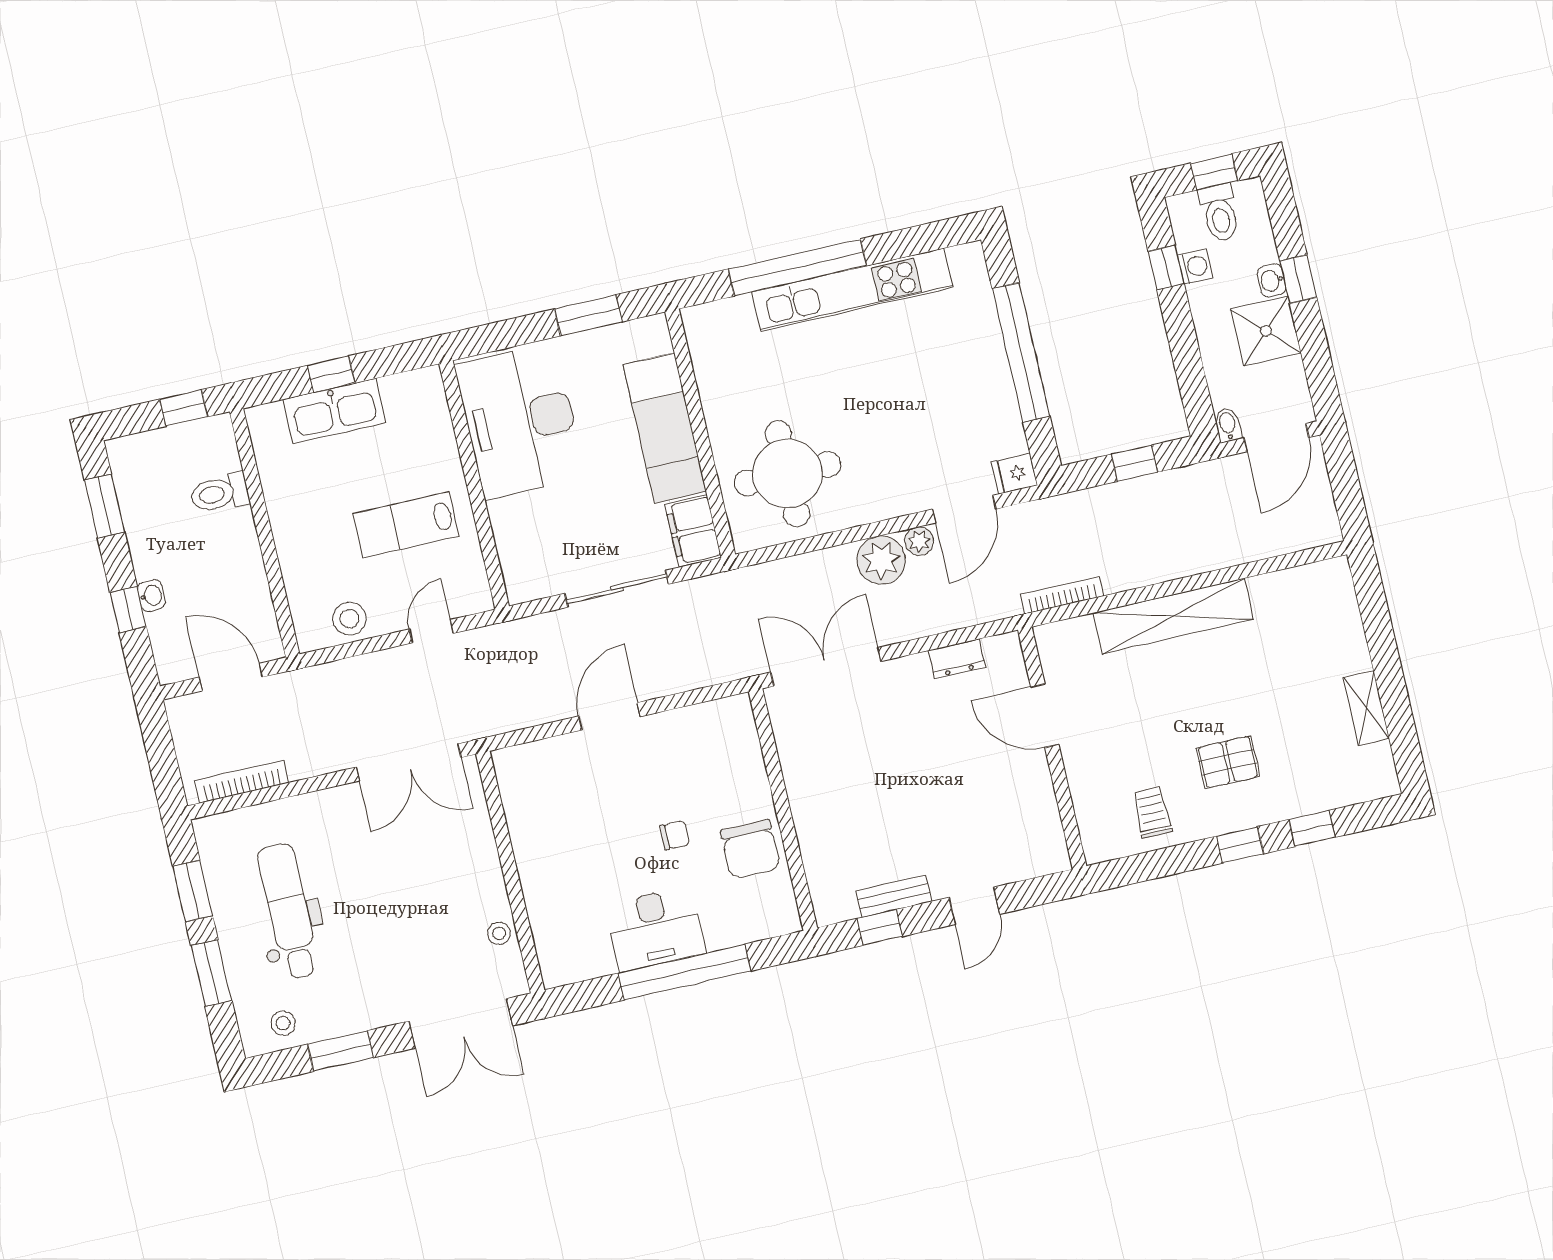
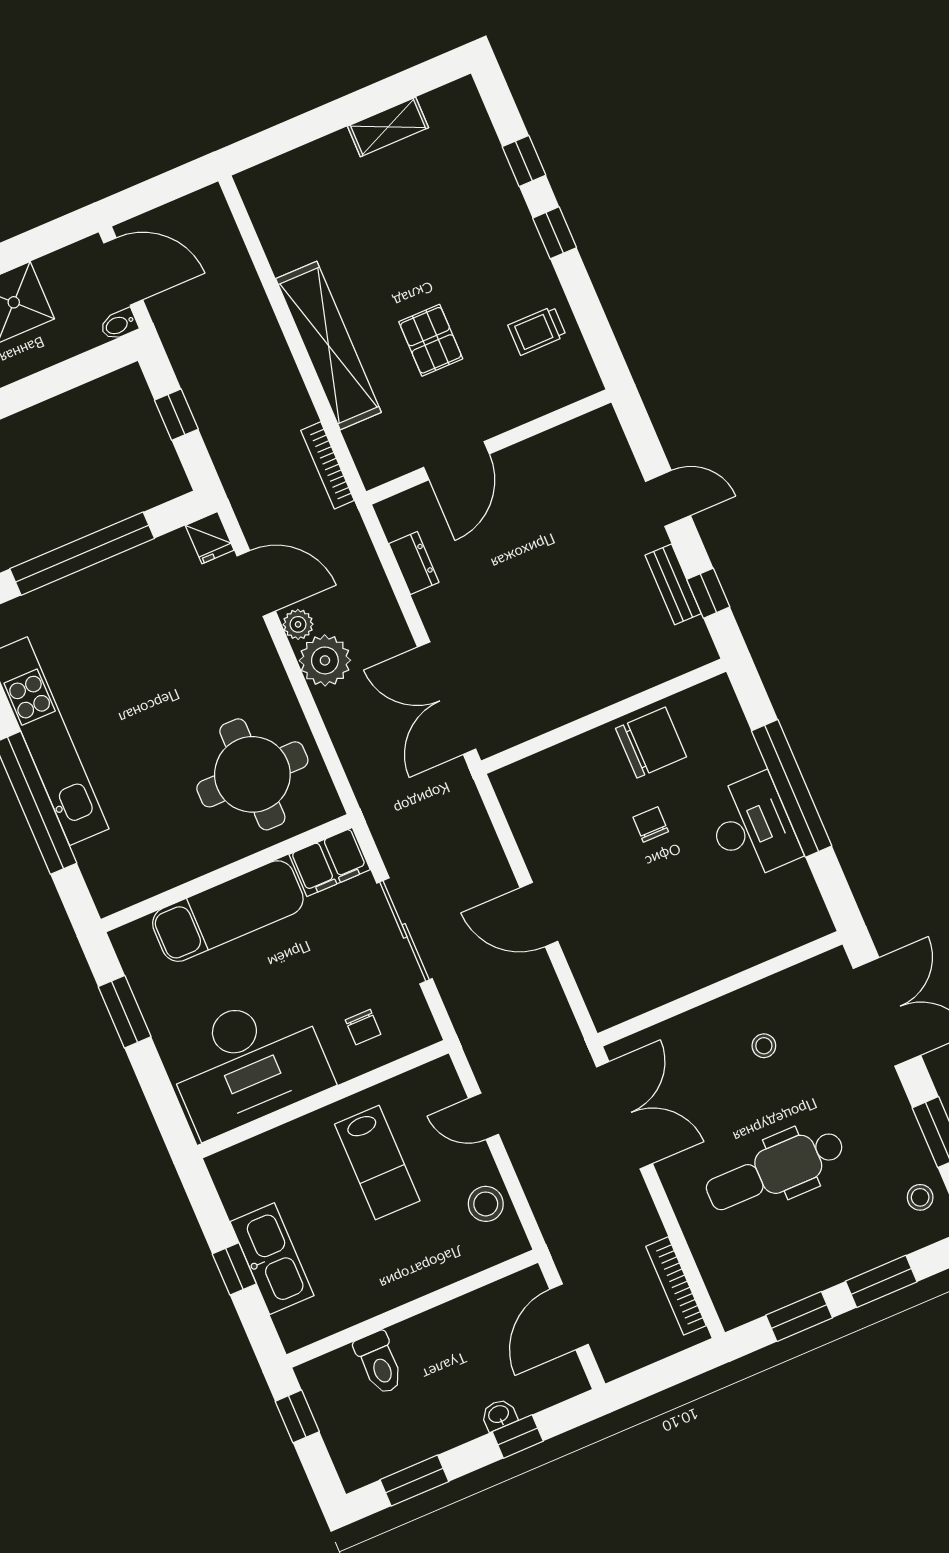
chair: (534, 534) -> (363, 1027), added
pallet: (1228, 762) -> (431, 340), moved
dental chair: (288, 911) -> (775, 1170), moved
stool: (499, 933) -> (764, 1046), moved

